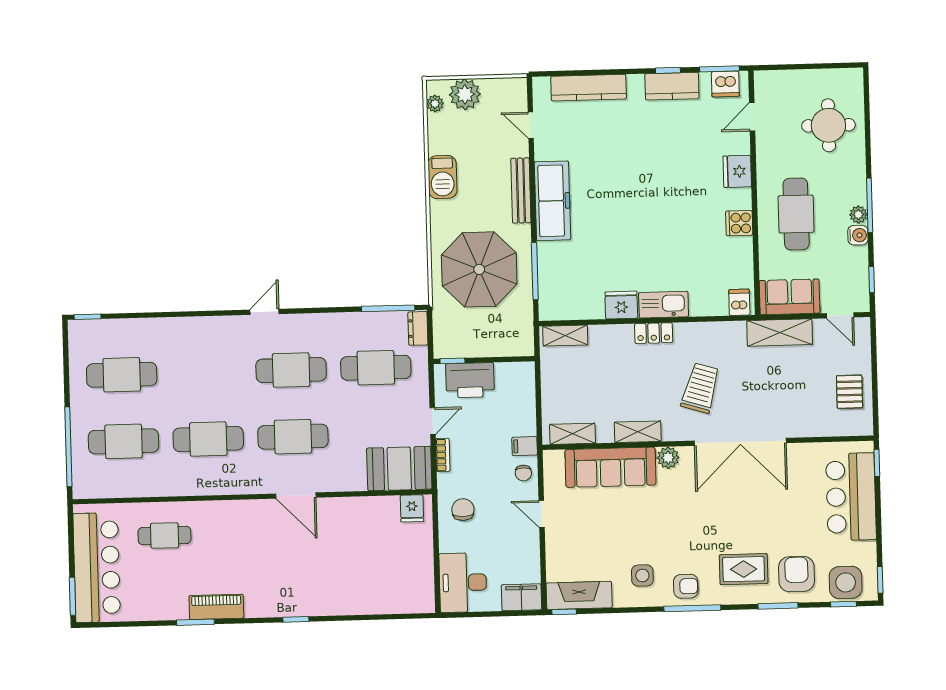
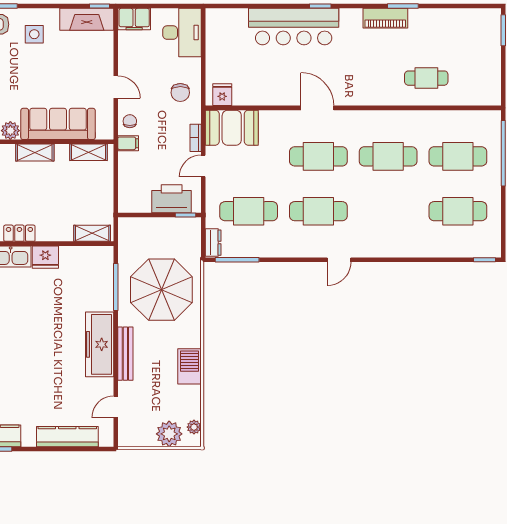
door: (531, 125) -> (116, 407), swing flipped
bar counter: (97, 568) -> (294, 27), moved, turned -90

